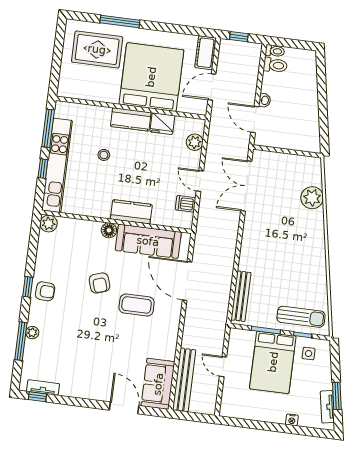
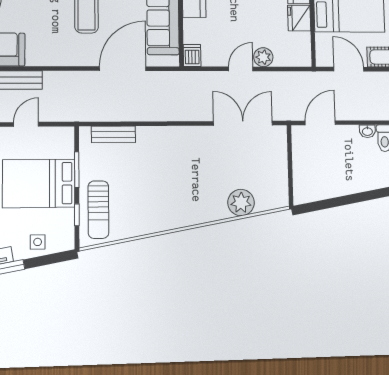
washbasin: (265, 100) -> (367, 131), moved
plant: (195, 142) -> (263, 57), moved
dishwasher: (185, 204) -> (192, 56), moved
bench: (241, 296) -> (113, 134), width x0.73
side table: (309, 353) -> (38, 242), moved

